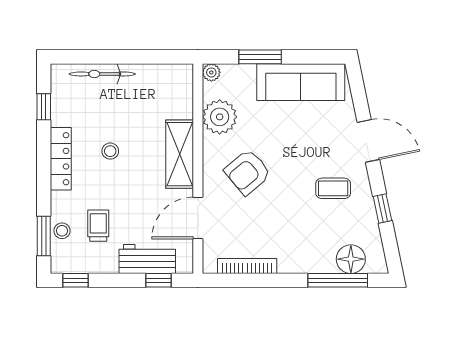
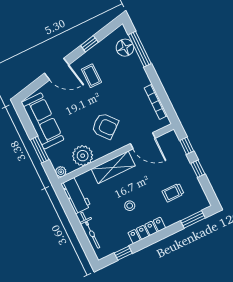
door: (368, 141) -> (57, 69), swing flipped
stool: (62, 231) -> (185, 211), removed
workbench: (147, 259) -> (76, 195), moved, turned 180
window: (75, 280) -> (198, 169), moved

